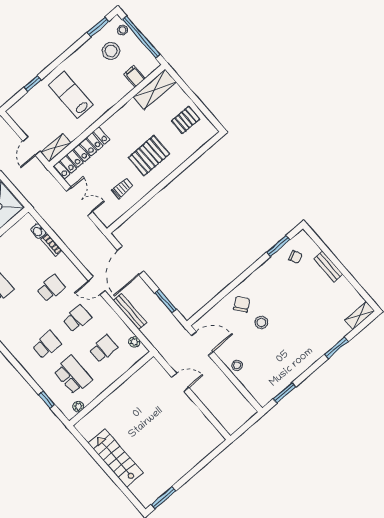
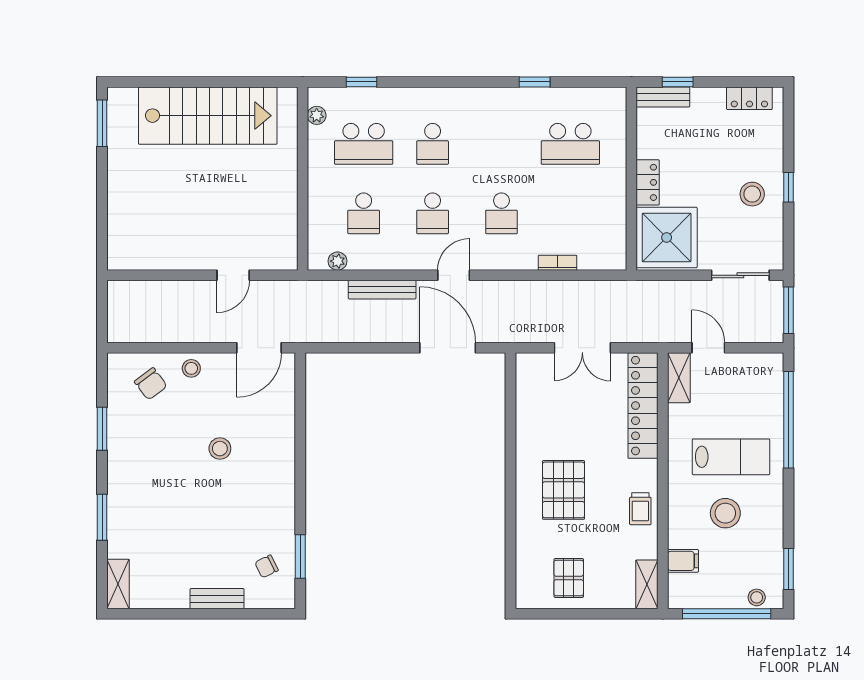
stool: (111, 51) -> (725, 513), moved
window: (33, 84) -> (788, 420), width x3.17
shelving: (155, 89) -> (647, 584), width x0.67, depth x0.75
trolley: (122, 188) -> (640, 509), moved
washbasin: (38, 231) -> (590, 261), removed
window: (166, 301) -> (355, 348), removed
chair: (242, 304) -> (151, 384), moved
window: (284, 393) -> (102, 429), moved
stairs: (116, 458) -> (208, 116), width x1.36, depth x1.51

